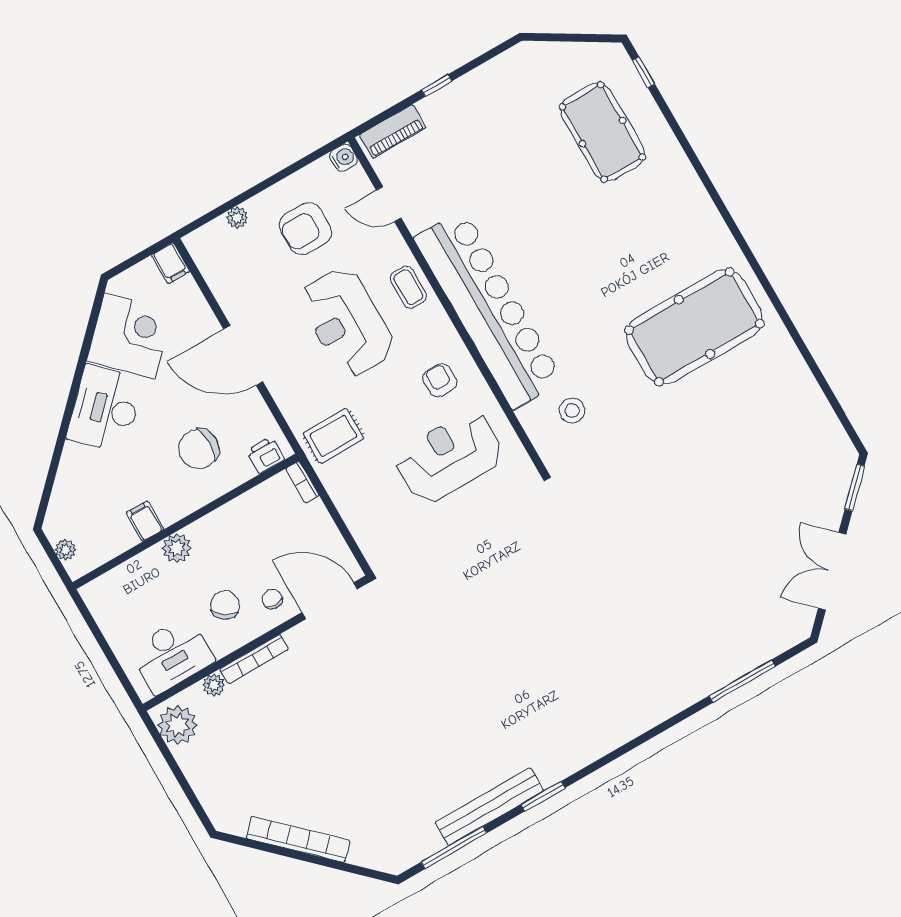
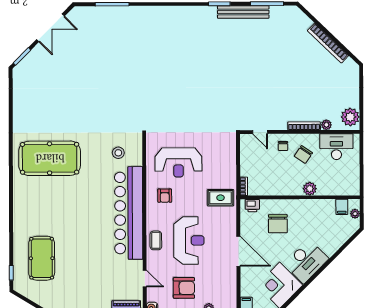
chair: (199, 449) -> (278, 224), turned 90
filing cabinet: (145, 521) -> (342, 207), moved
door: (330, 601) -> (260, 132), width x0.53

